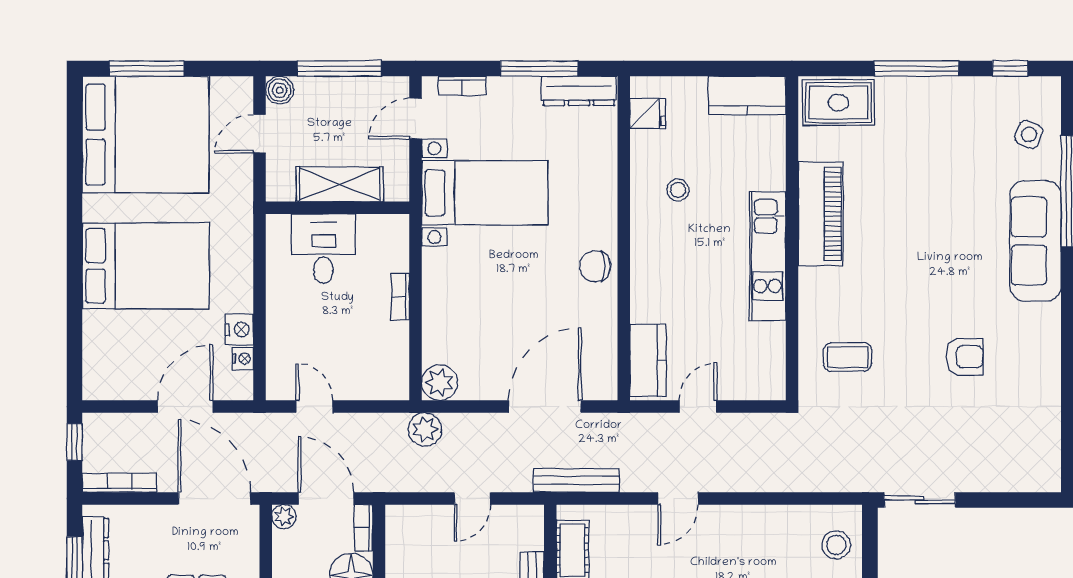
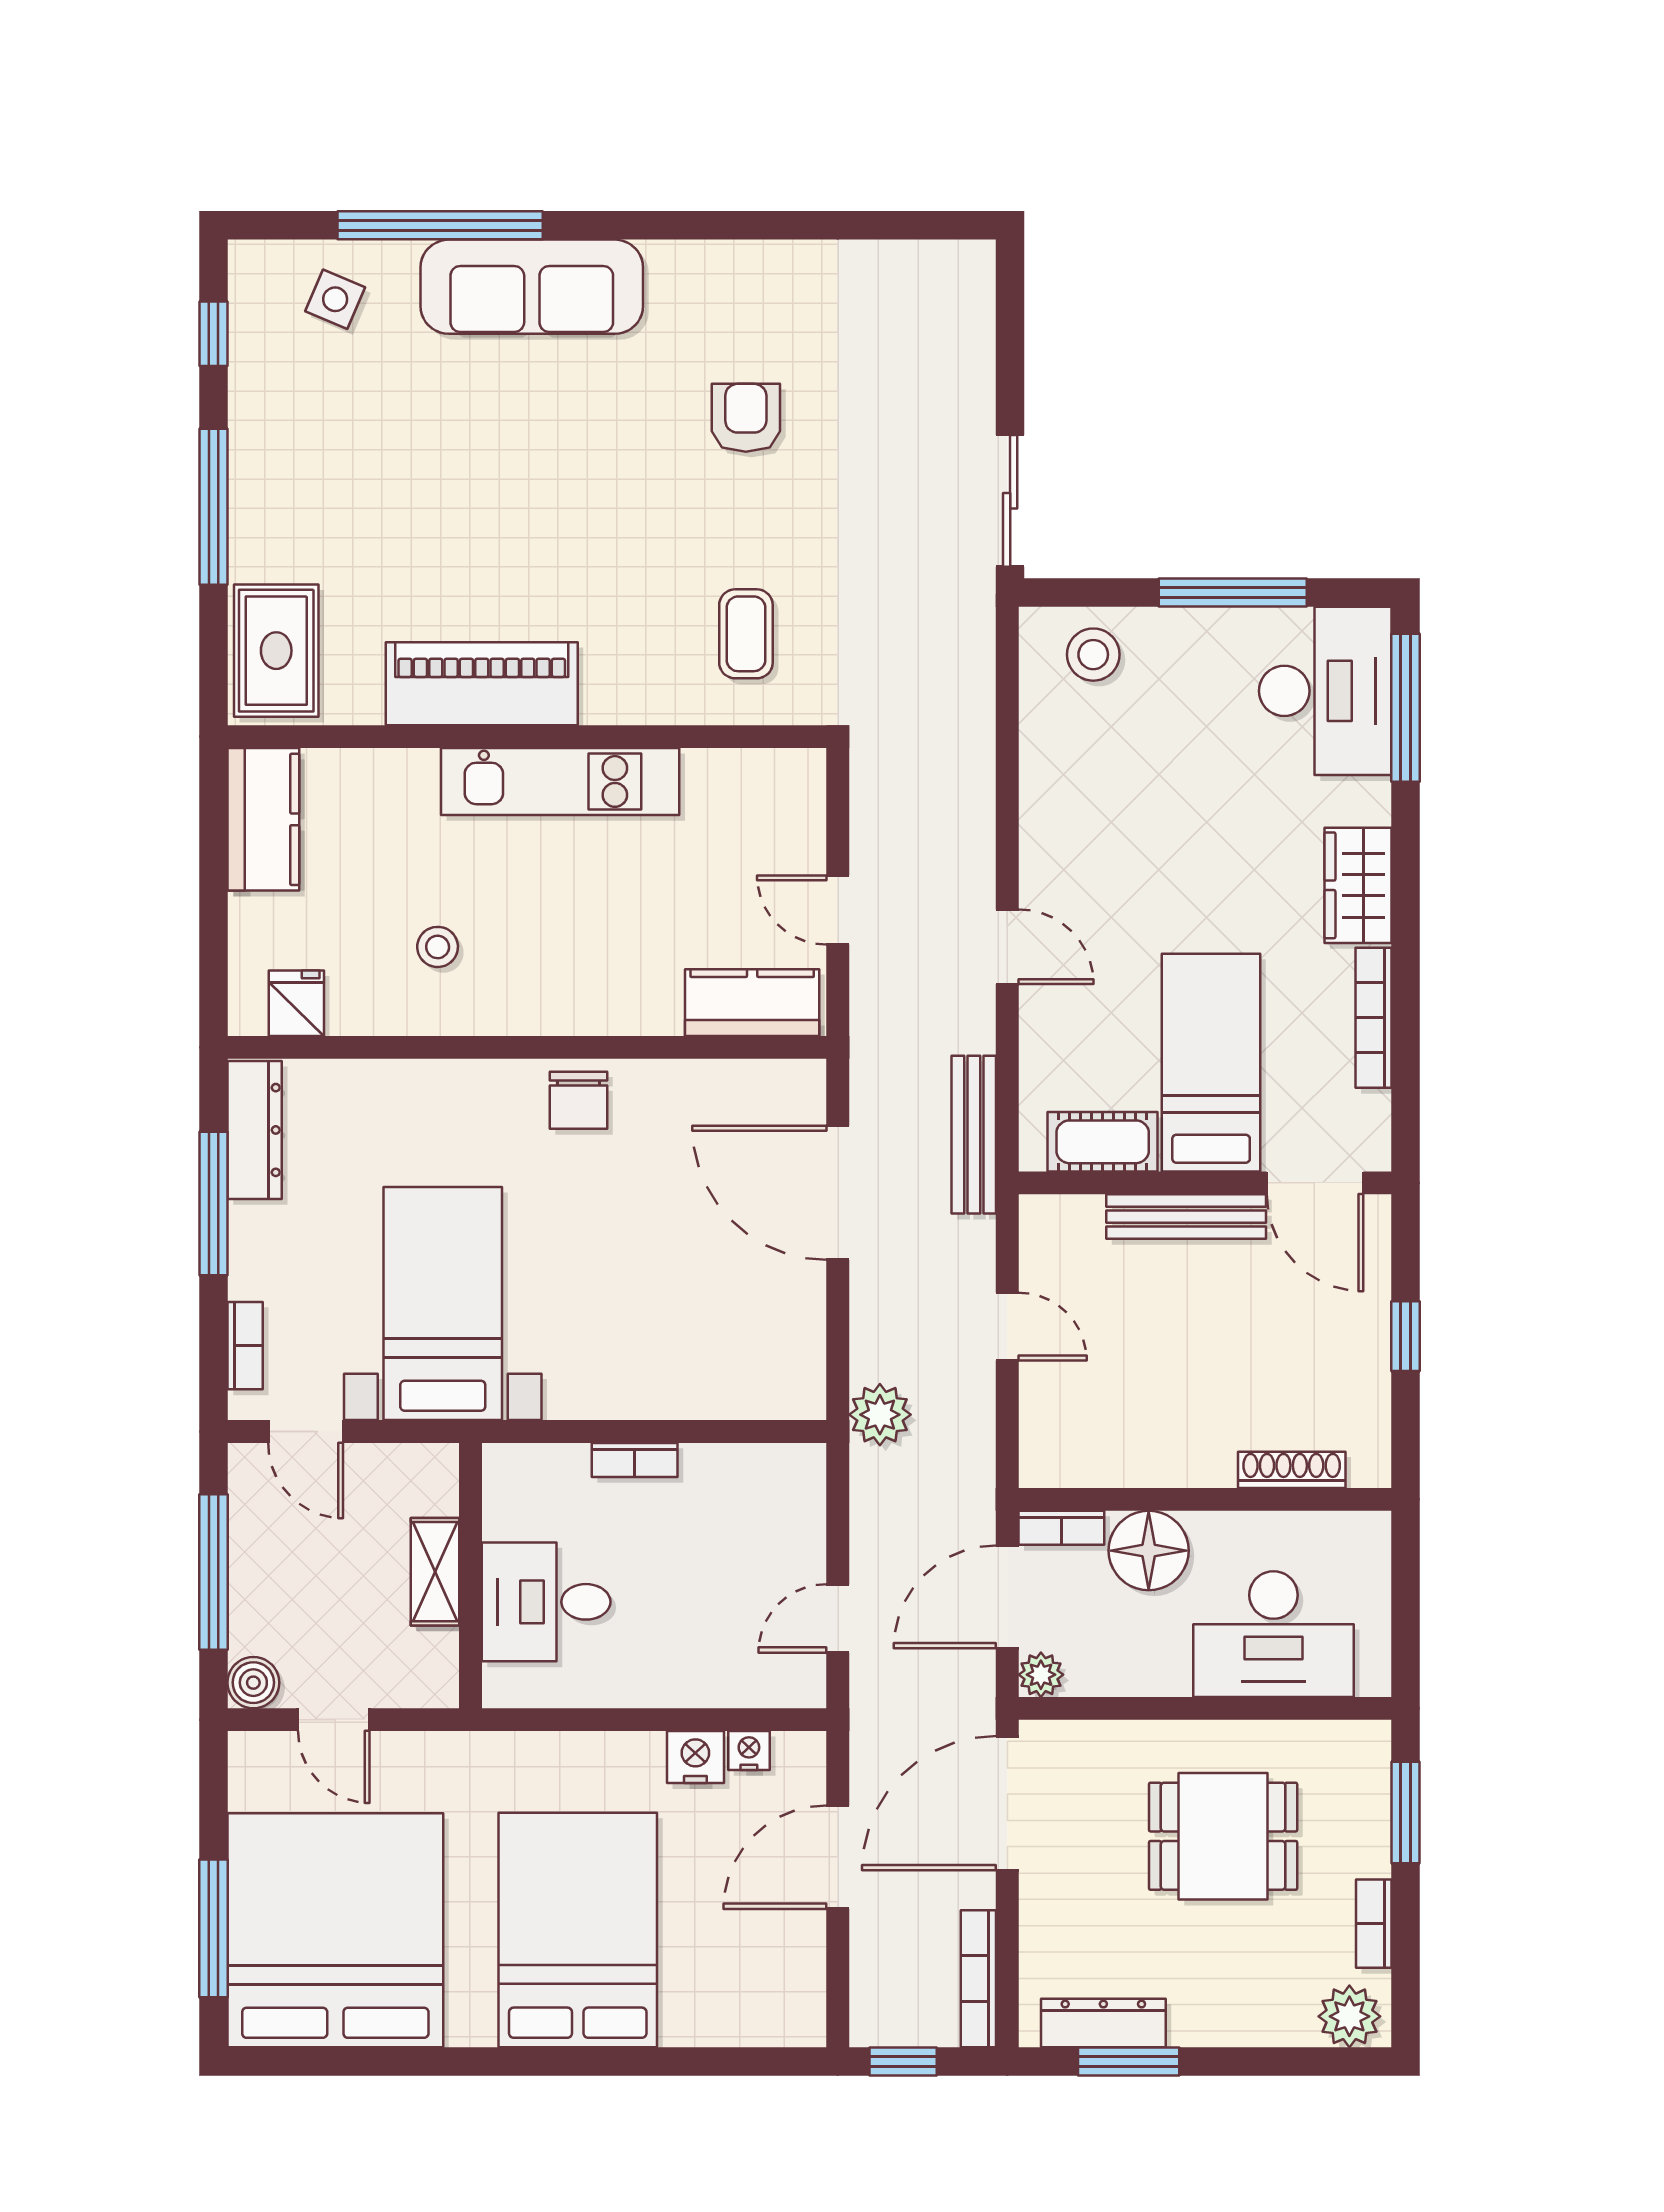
shelving: (340, 184) -> (435, 1572), width x0.67, depth x0.75
plant: (440, 383) -> (793, 1387), removed
door: (185, 407) -> (838, 1857), hinge flipped

